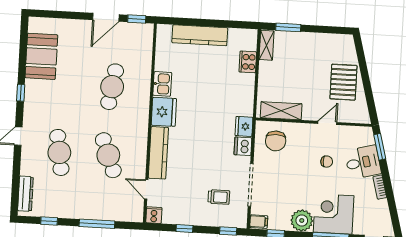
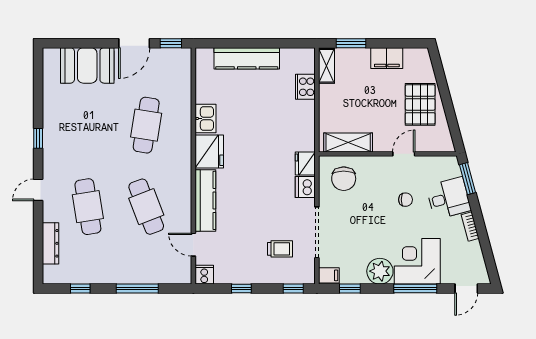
filing cabinet: (318, 42) -> (387, 58), added
booth: (41, 56) -> (87, 65), moved, turned 90
dresser: (25, 194) -> (51, 243), moved

